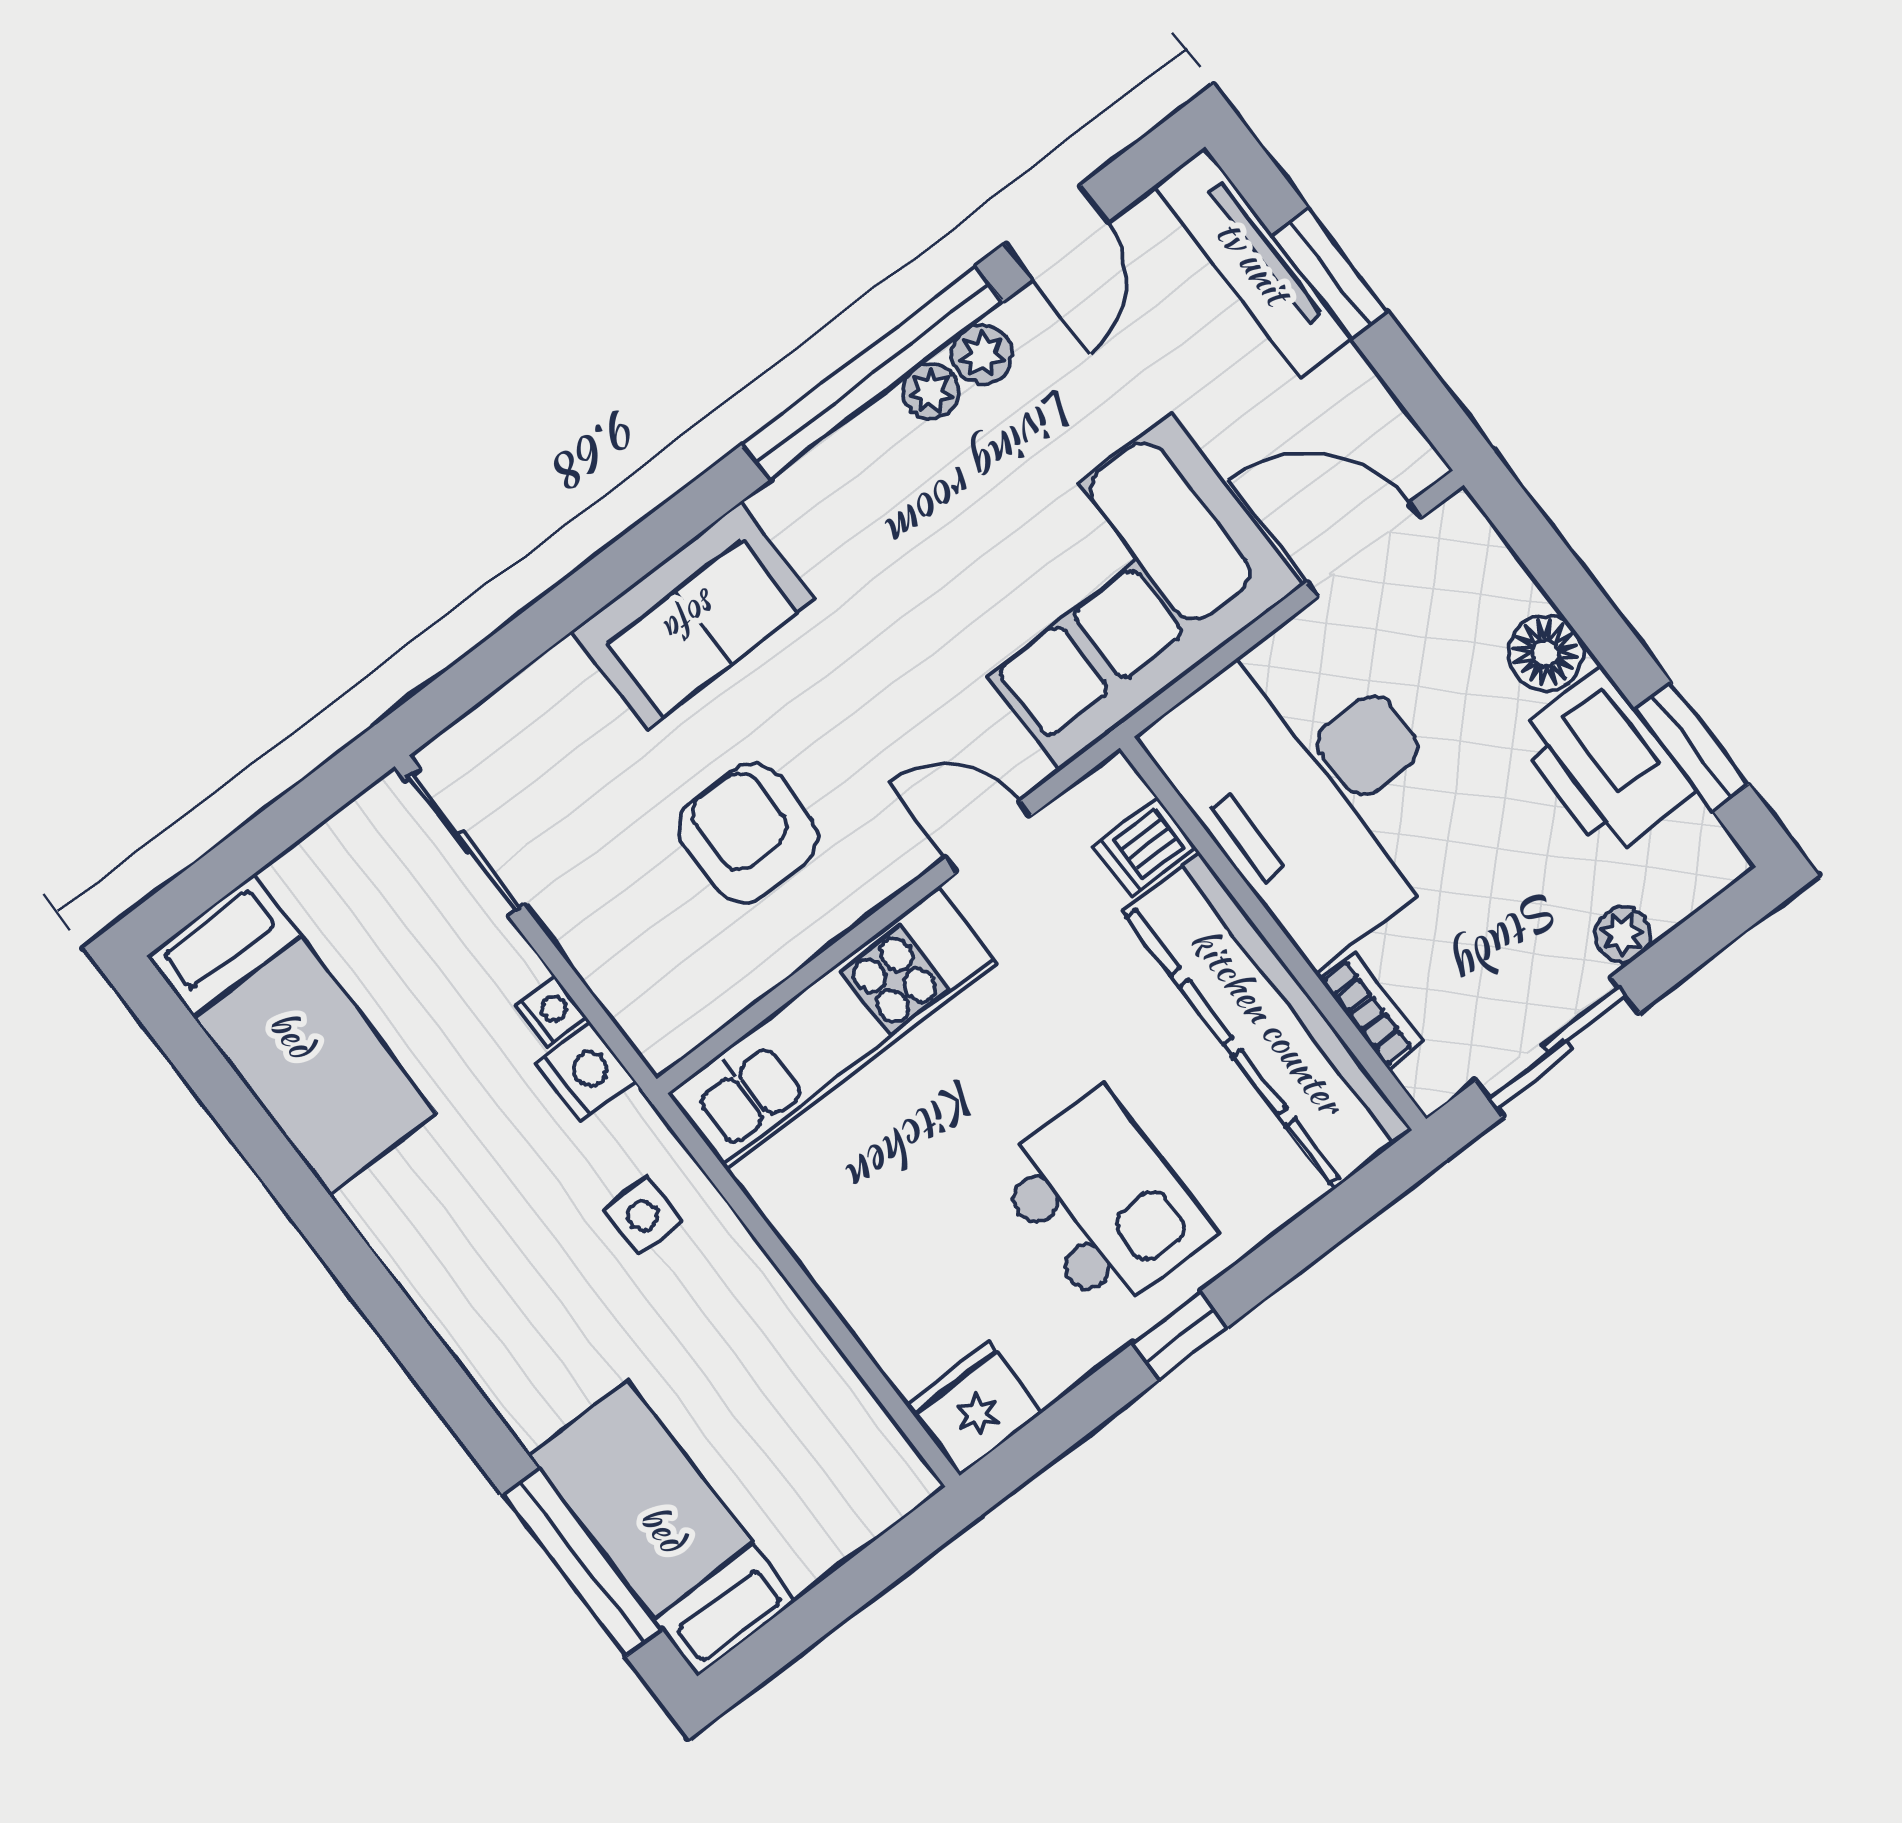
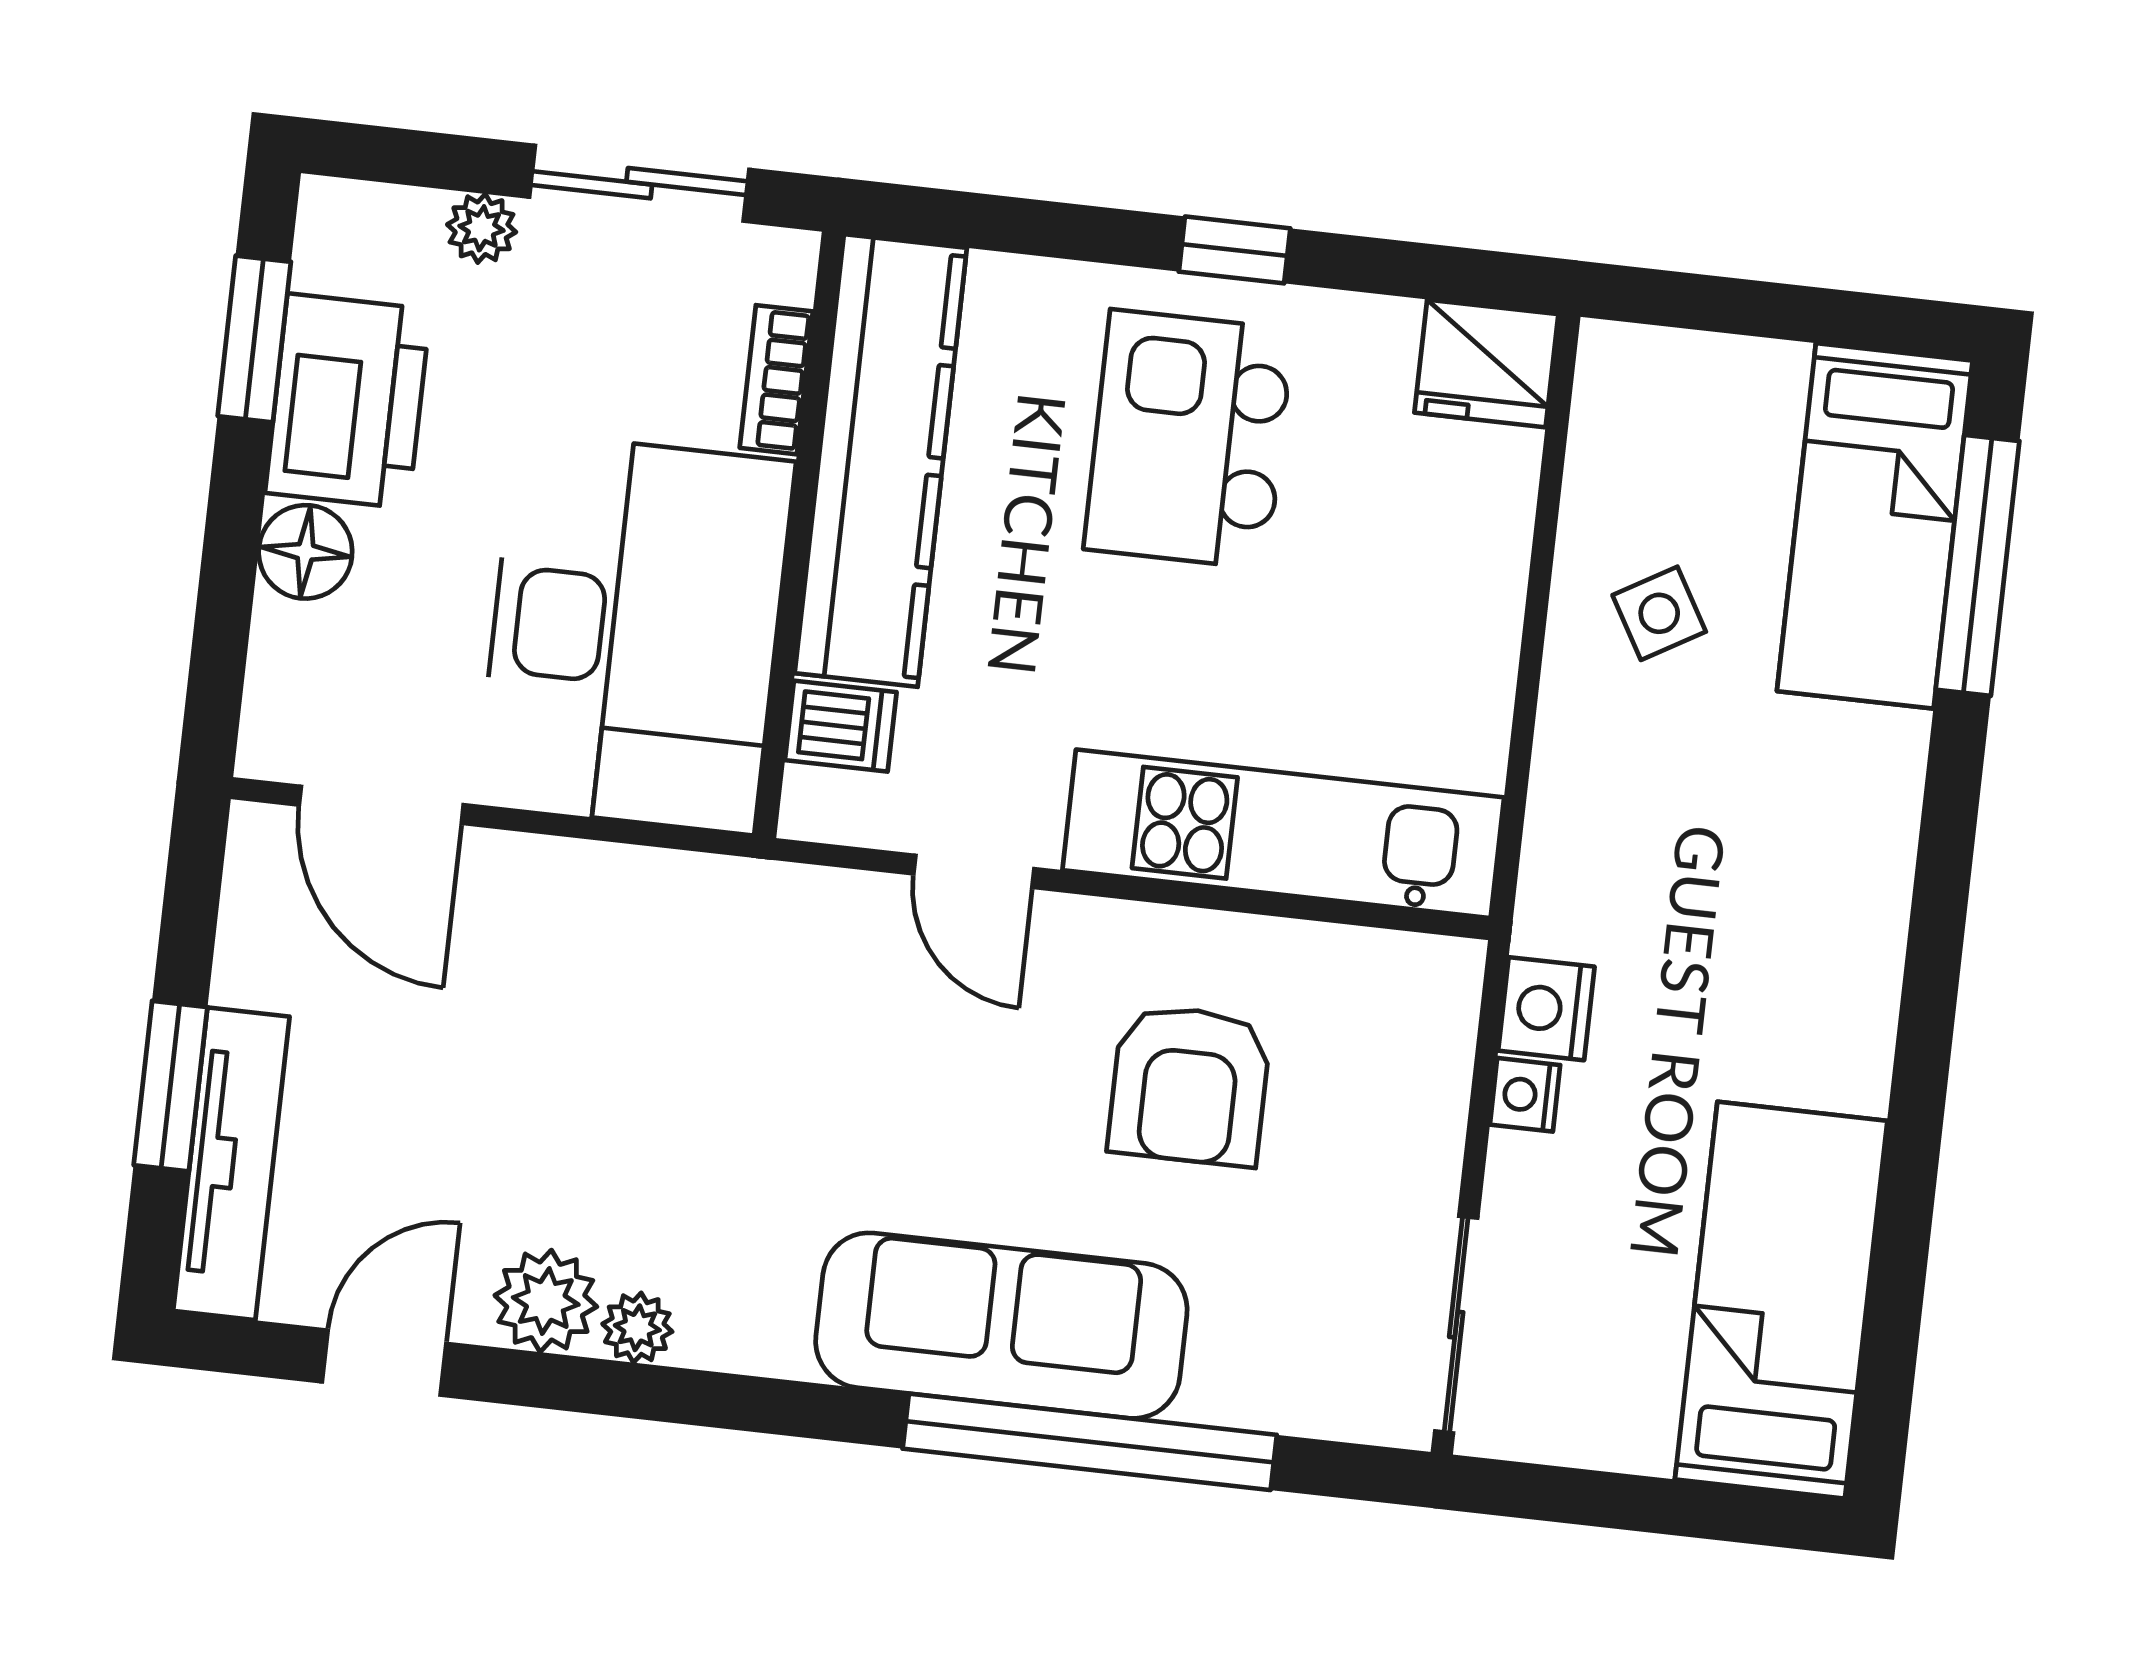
plant: (982, 354) -> (546, 1301), width x1.38, depth x1.38
window: (873, 373) -> (1090, 1442), moved
corner sofa: (1115, 591) -> (644, 984), removed
sofa: (693, 616) -> (1001, 1326), width x1.36
side table: (643, 1216) -> (1659, 613), moved, turned -30

